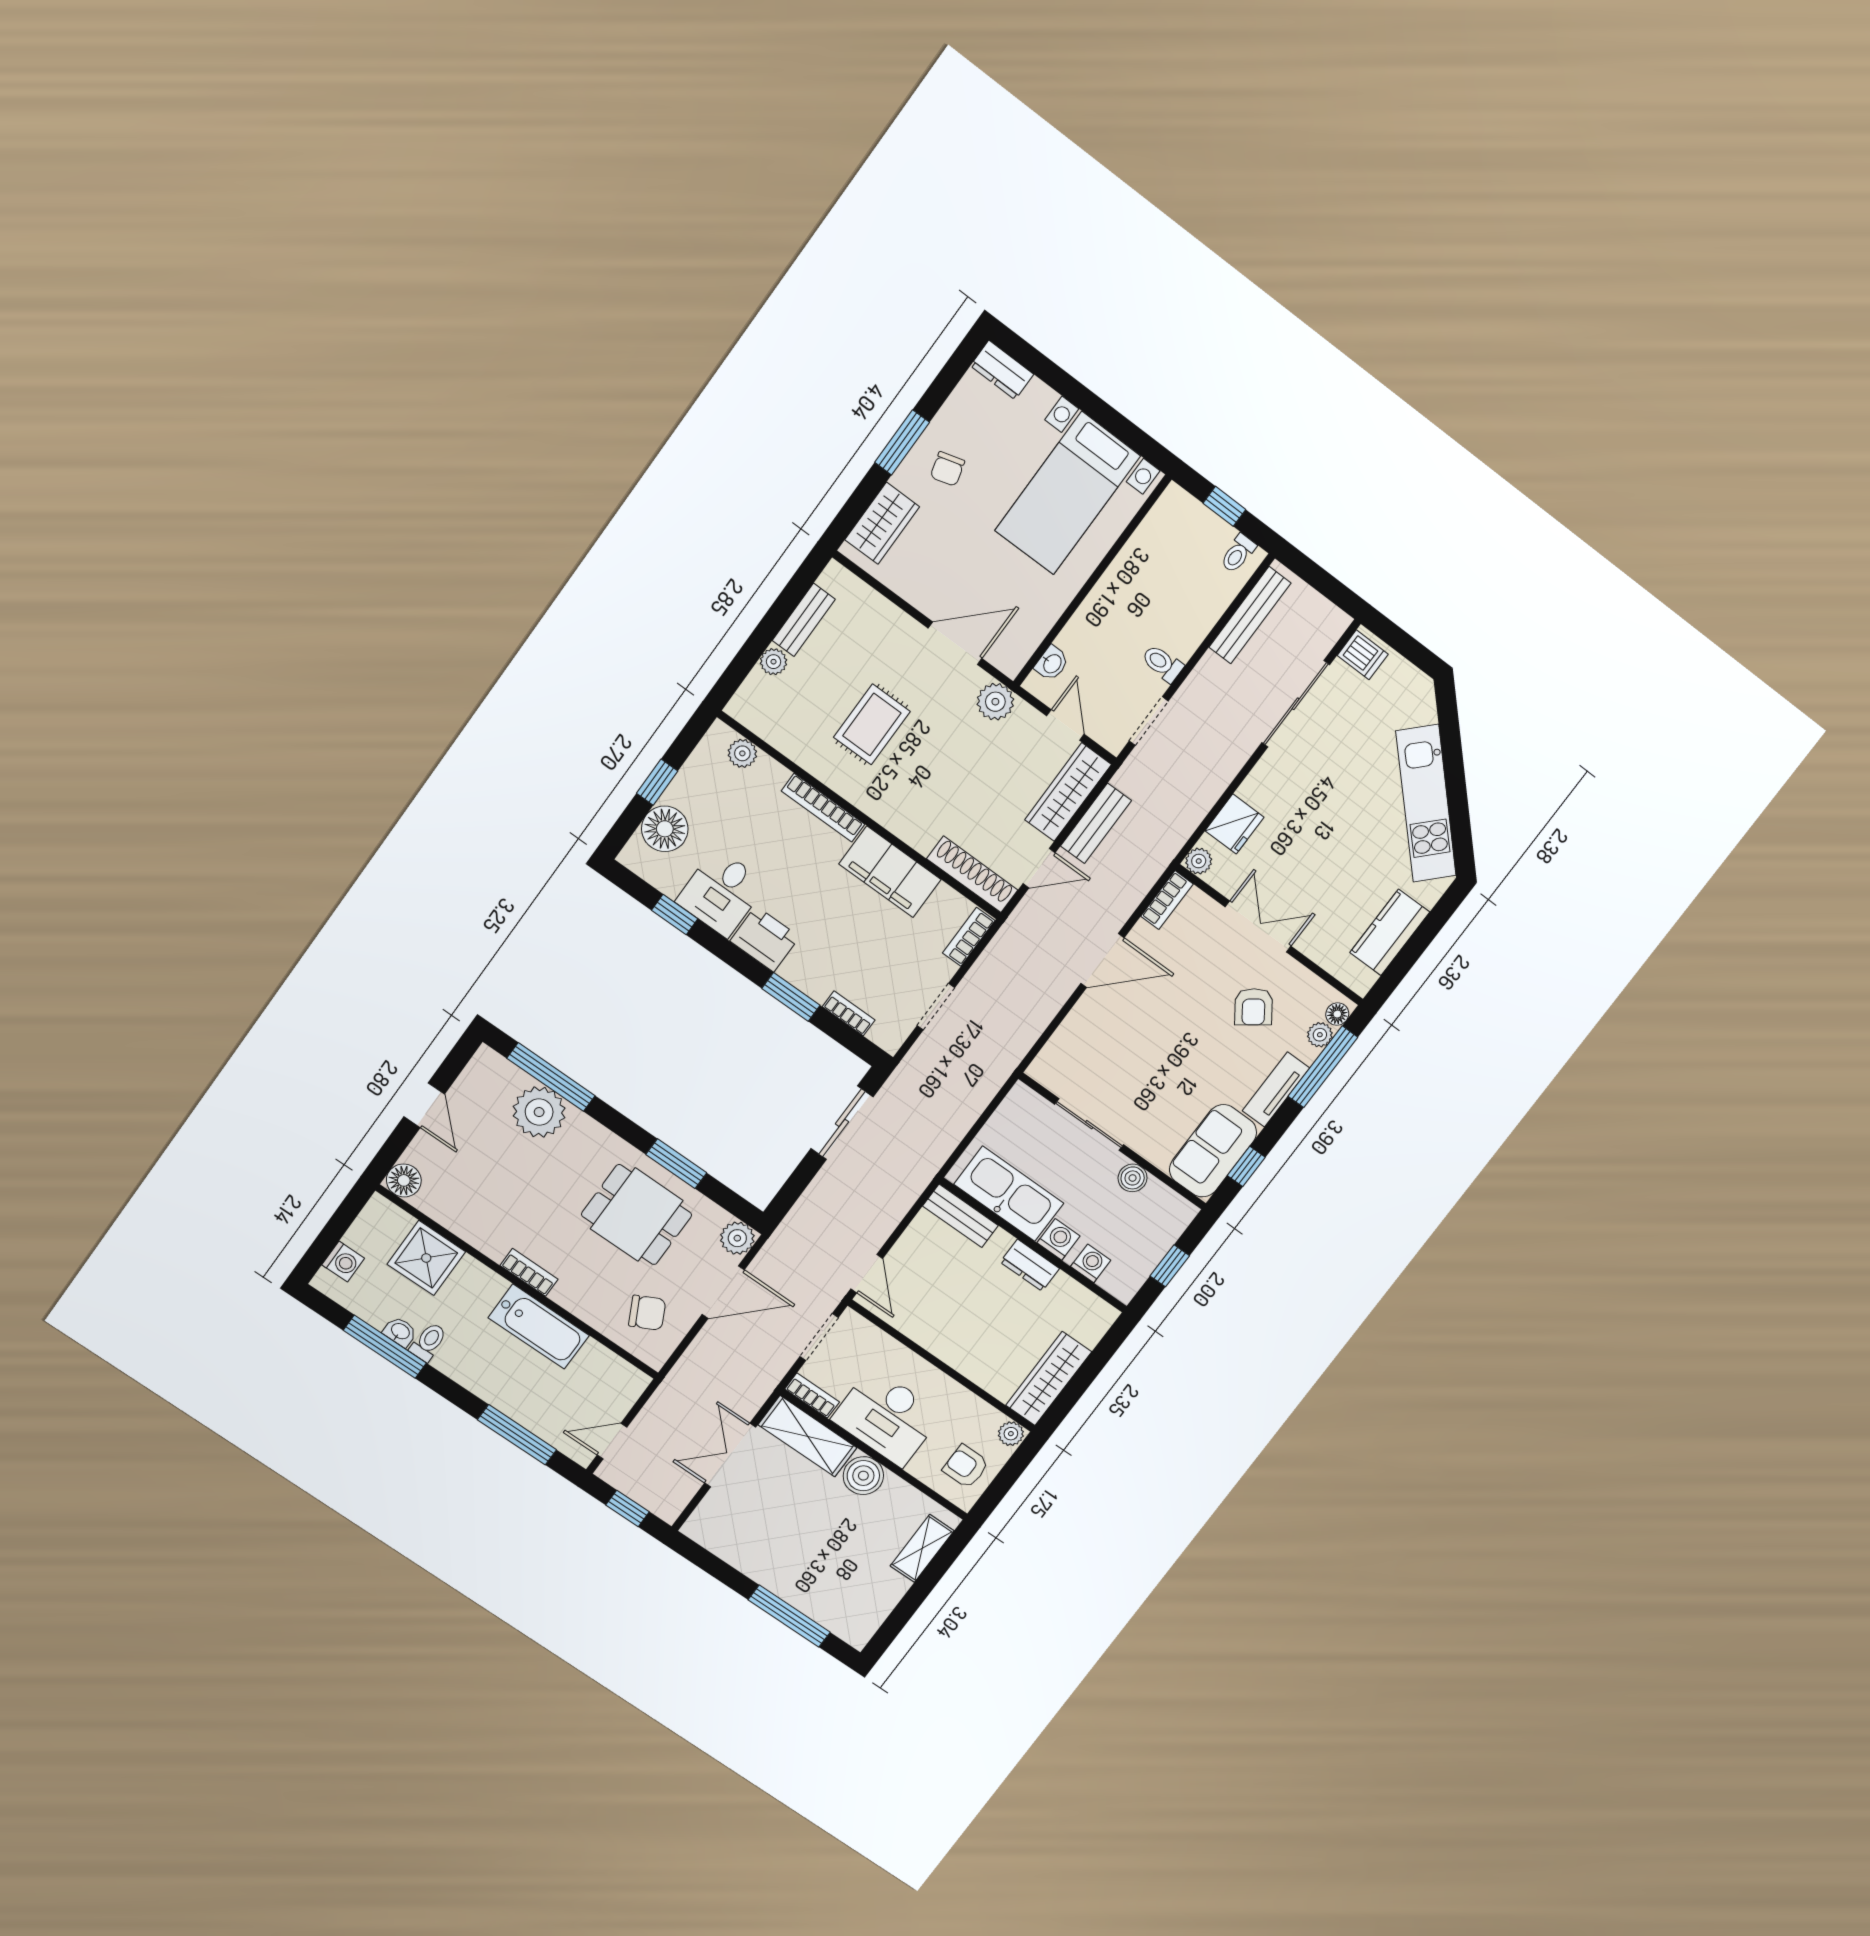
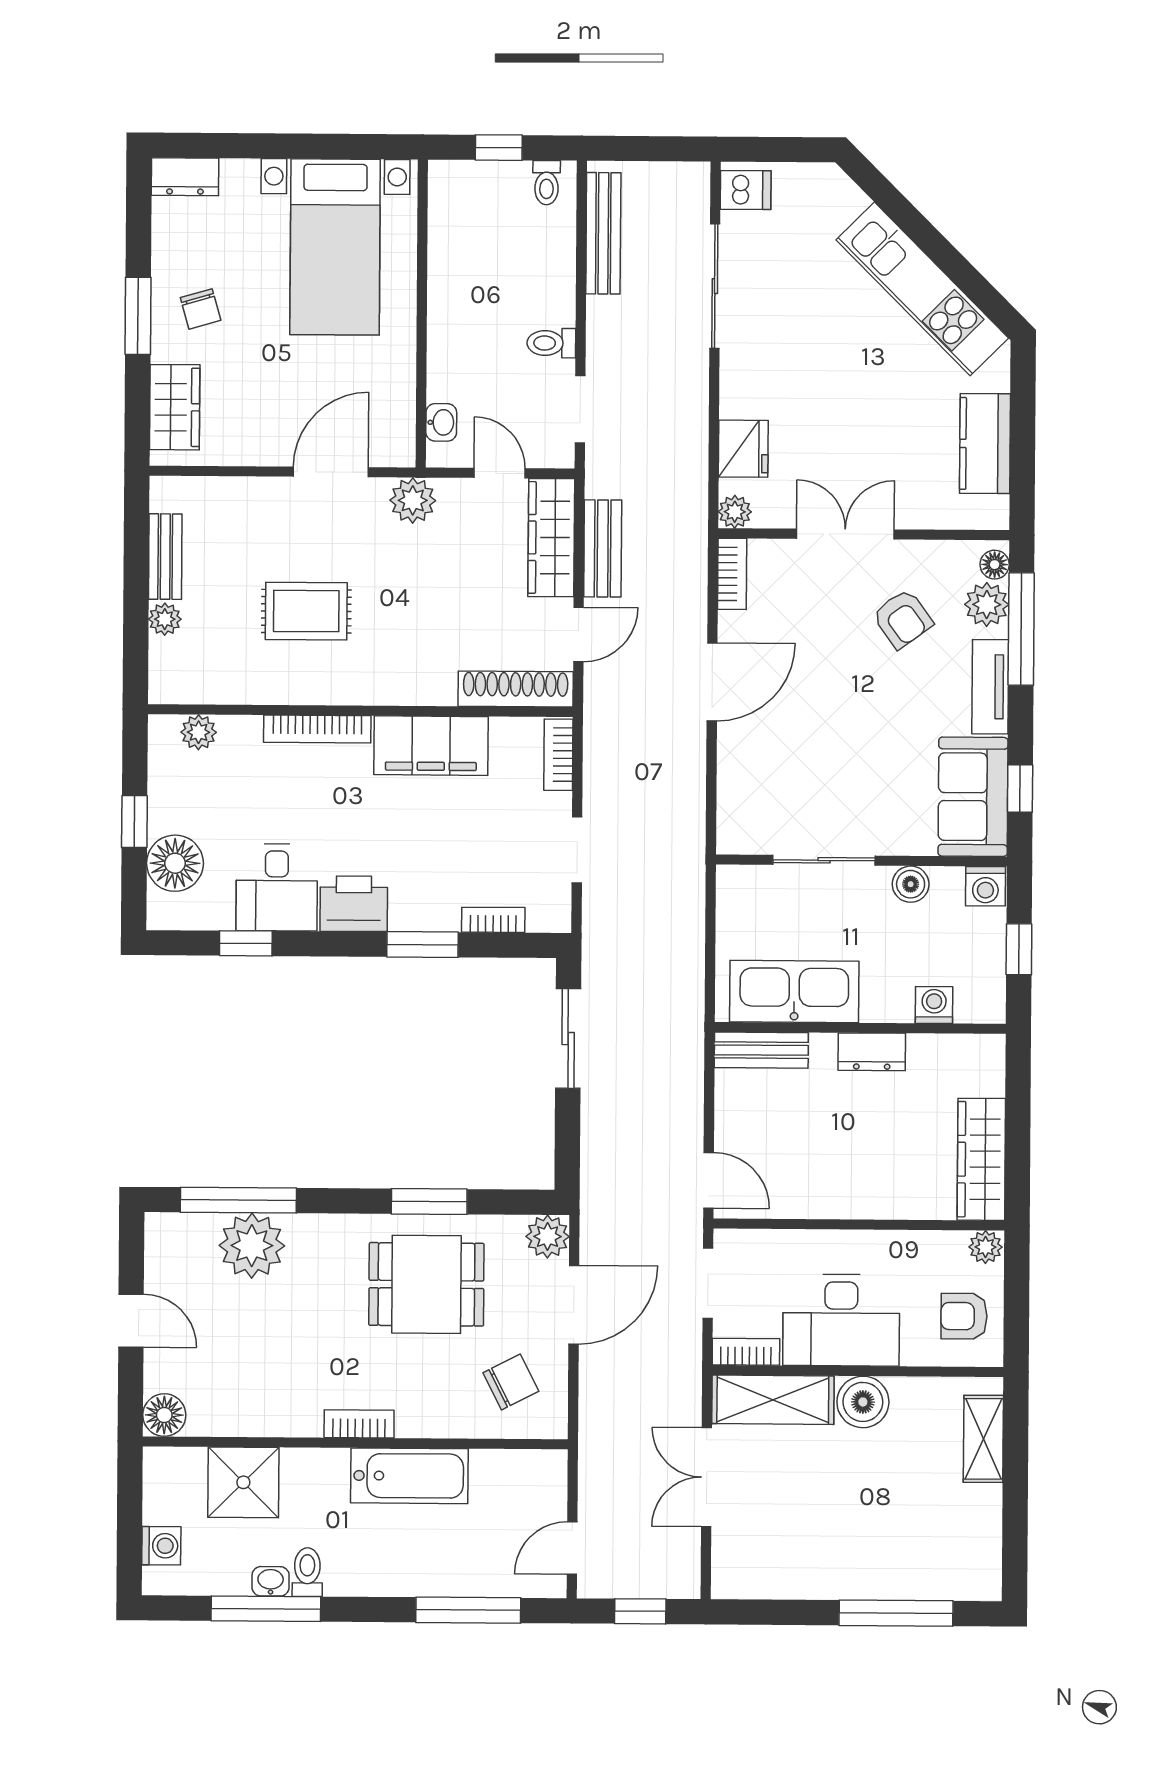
rug: (872, 724) -> (306, 611), turned 90
plant: (1320, 1035) -> (987, 604), width x1.38, depth x1.38
washing machine: (1058, 1239) -> (985, 886), moved, turned 180

